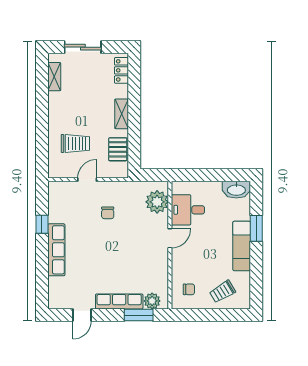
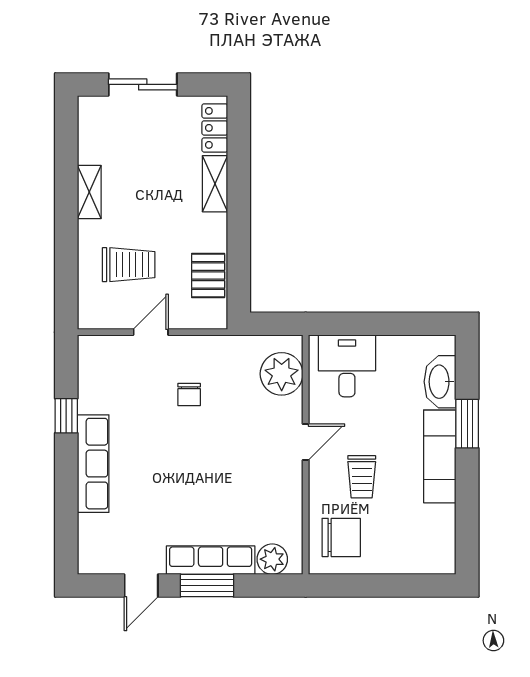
shelving: (54, 77) -> (89, 192), moved
shelving: (122, 114) -> (215, 184), moved
washbasin: (236, 190) -> (440, 382), moved, turned 90
desk: (188, 210) -> (347, 366), moved, turned 90
chair: (189, 289) -> (341, 537), width x1.87, depth x1.87
trolley: (222, 292) -> (362, 477), moved, turned -59
window: (139, 315) -> (207, 586), moved

